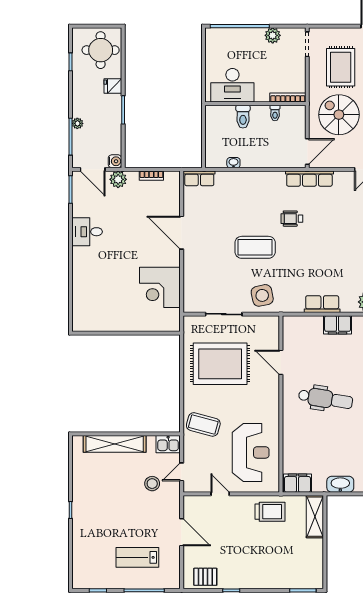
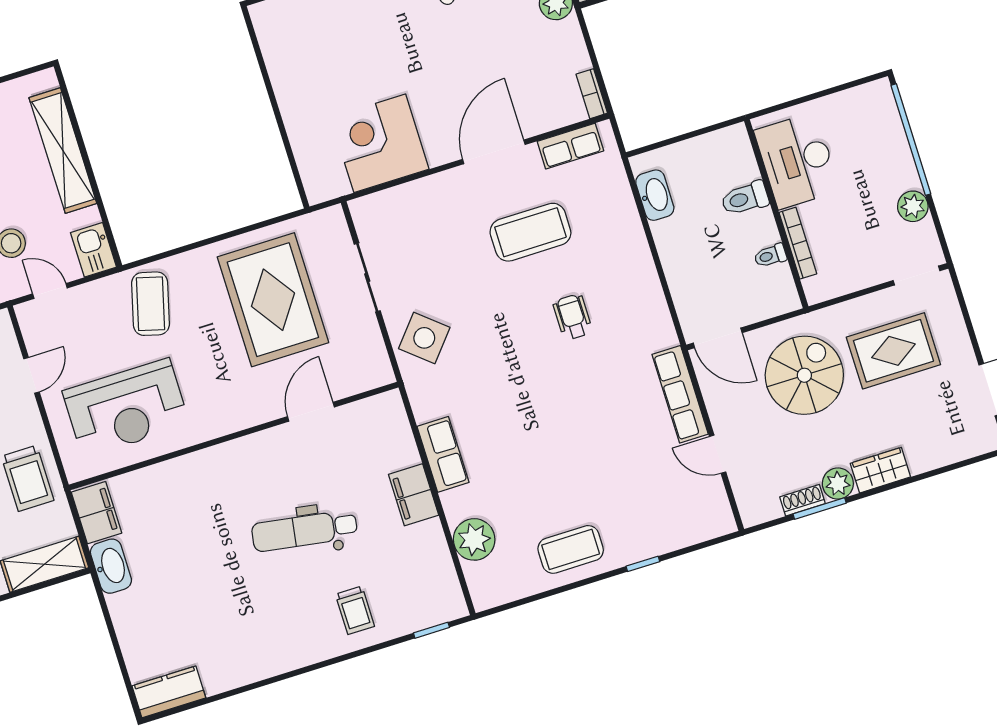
bookcase: (288, 98) -> (798, 243), moved
washbasin: (233, 163) -> (655, 195), width x1.91, depth x1.45
bookcase: (151, 176) -> (592, 94), moved
row of seats: (199, 178) -> (570, 146), moved, turned -90
row of seats: (309, 179) -> (680, 394), moved
wheelchair: (292, 219) -> (573, 317), moved
coffee table: (255, 247) -> (530, 232), moved, turned 90
side table: (262, 295) -> (424, 338), turned -38
dental chair: (326, 399) -> (305, 531), moved, turned 90
washbasin: (340, 484) -> (111, 566), moved

